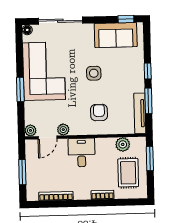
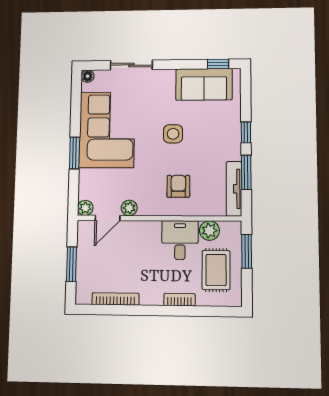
sliding door: (60, 21) -> (131, 65), width x0.73
desk: (82, 153) -> (180, 240), moved

